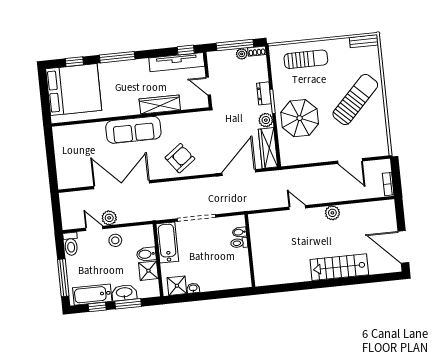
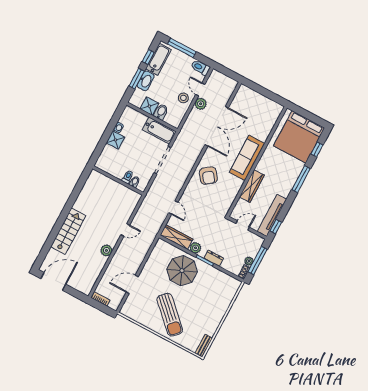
sun lounger: (306, 59) -> (217, 300), removed
door: (239, 173) -> (173, 207), width x0.53
door: (94, 228) -> (200, 89), swing flipped
shower: (177, 286) -> (115, 140), moved

